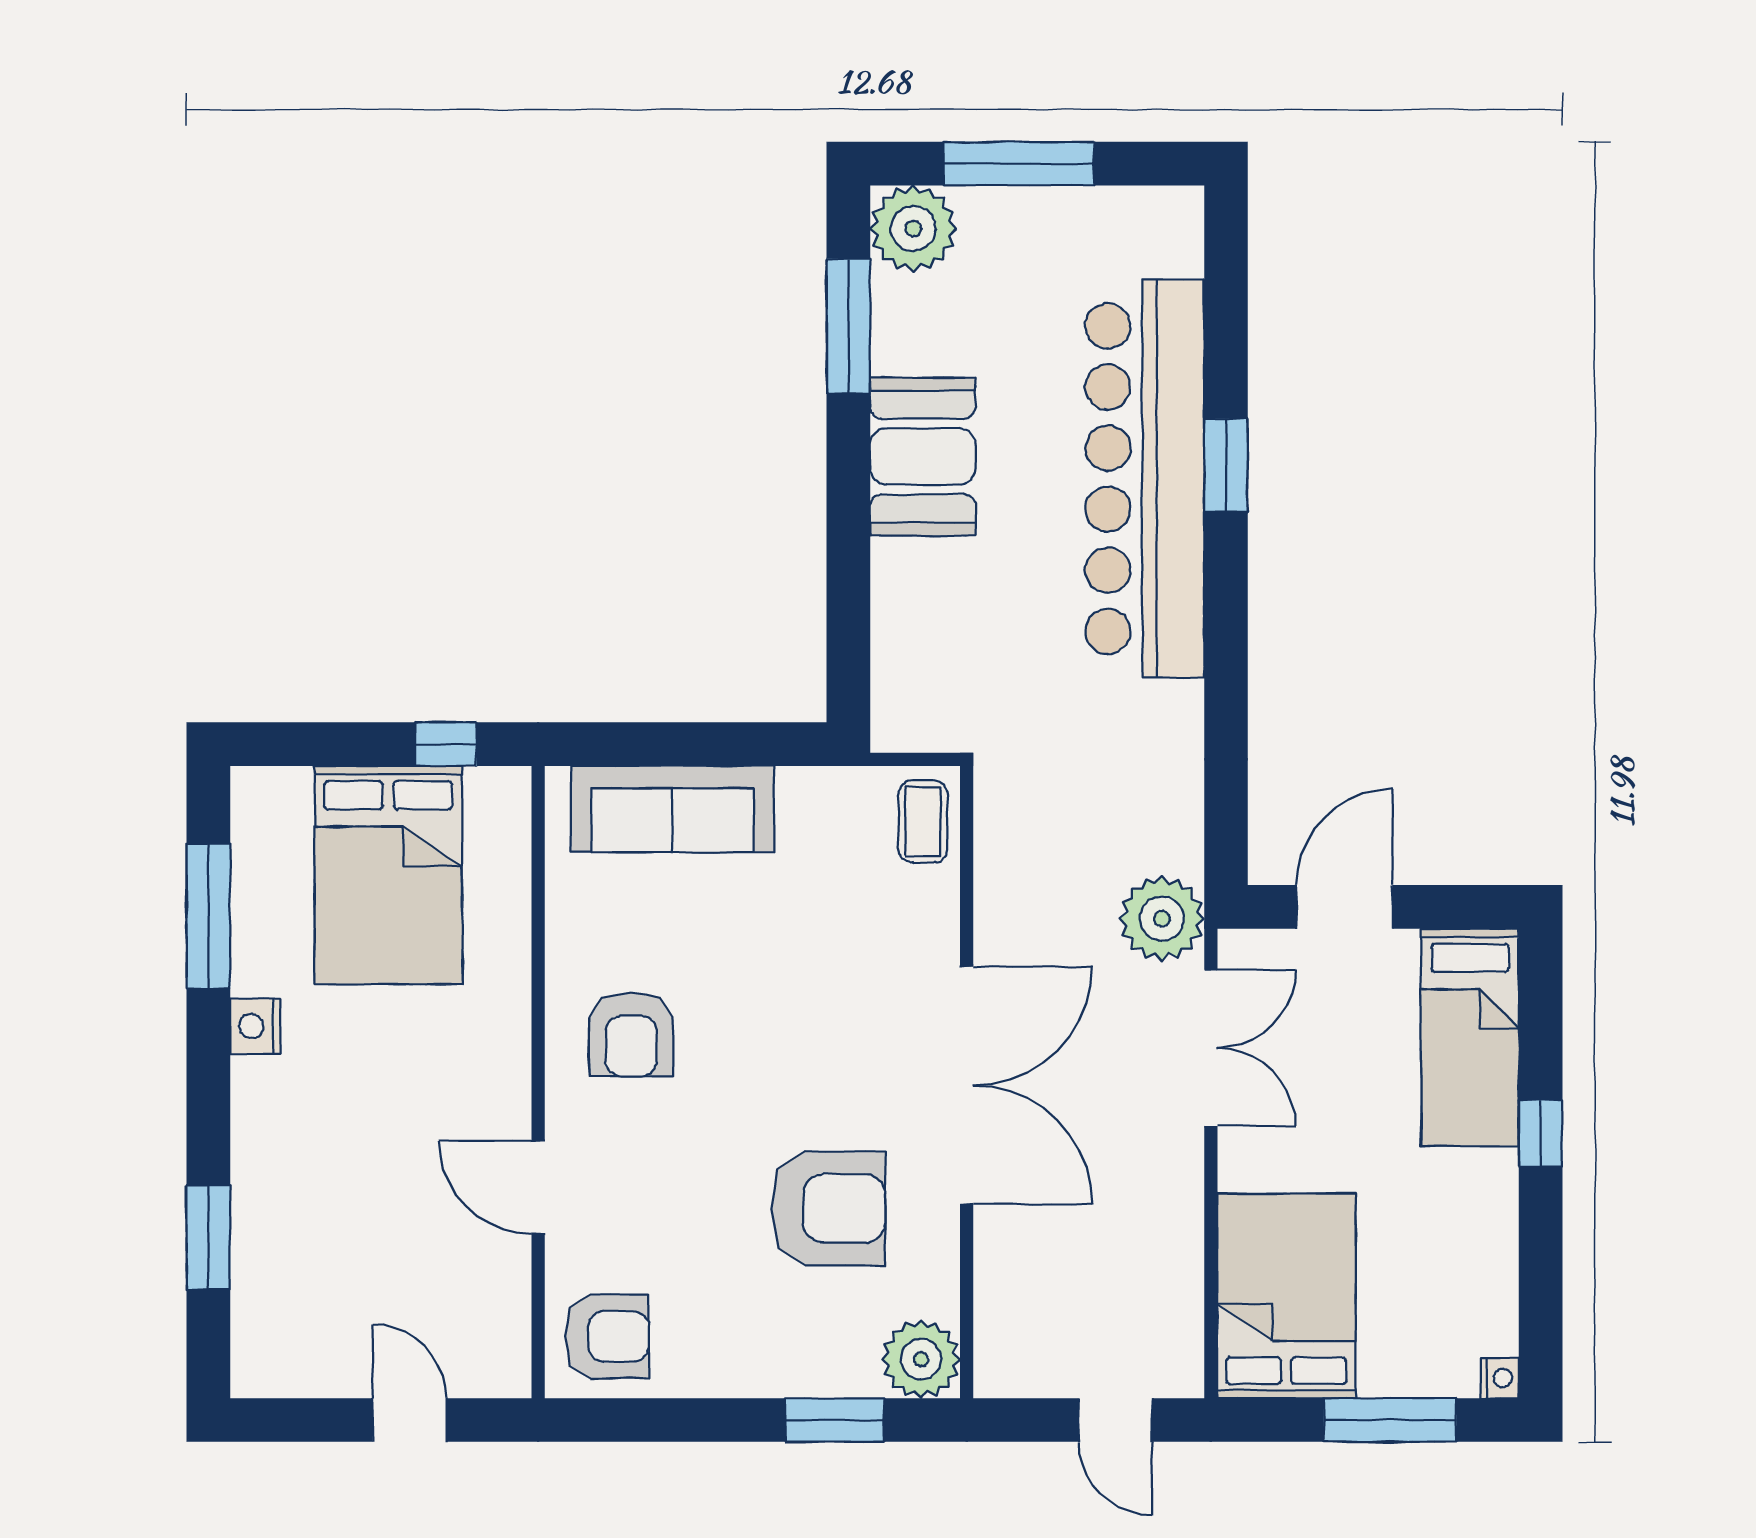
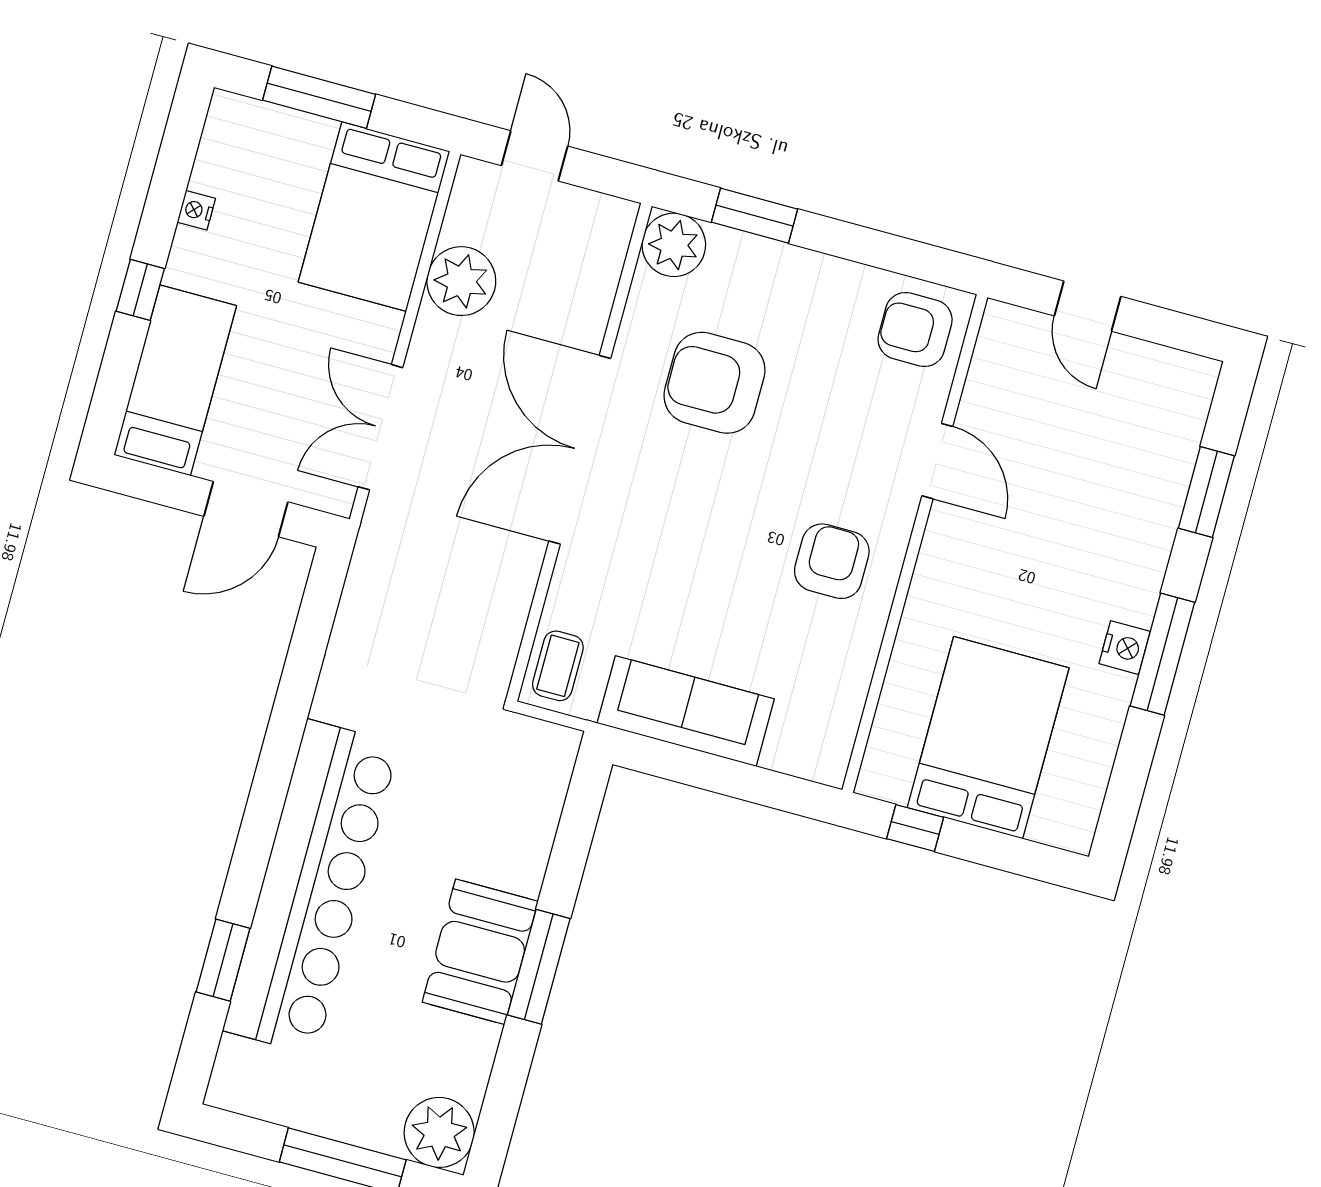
window: (848, 326) -> (539, 967), moved
window: (1226, 465) -> (223, 960), moved
sofa: (673, 809) -> (686, 711), moved
window: (208, 916) -> (1162, 654), moved
plant: (1162, 919) -> (461, 281), moved
nightstand: (1500, 1378) -> (196, 210), moved

